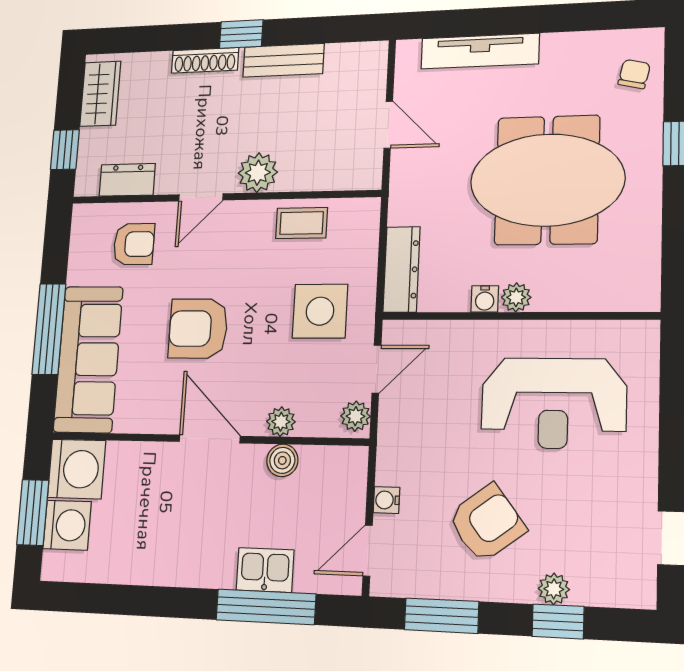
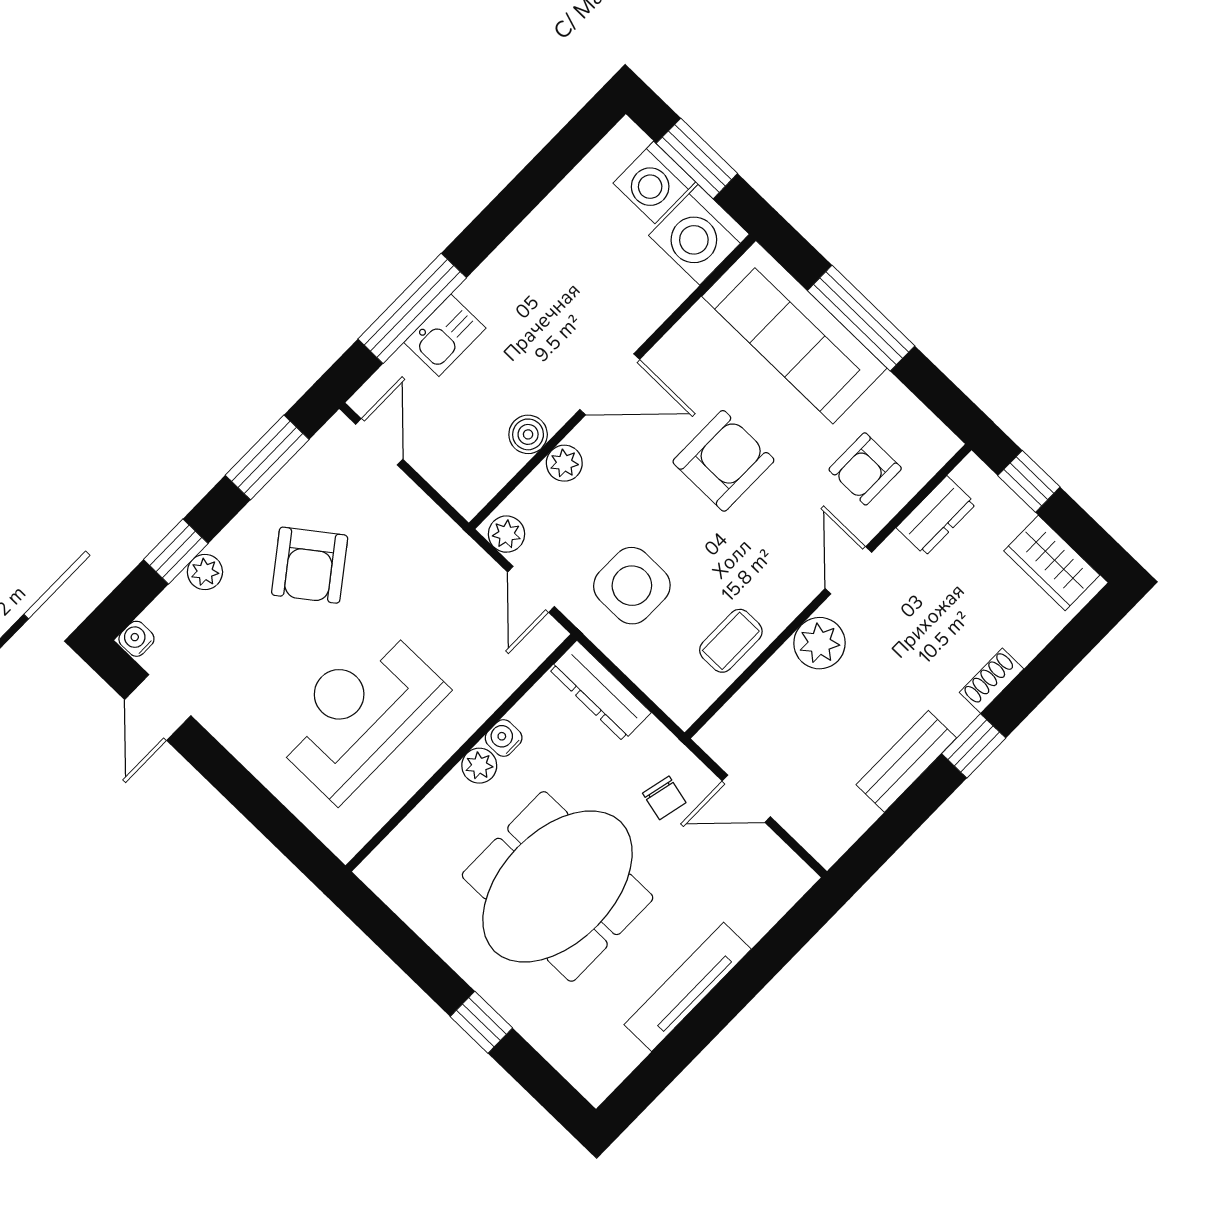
tv unit: (480, 51) -> (688, 987), moved
shoe rack: (205, 60) -> (992, 681), width x0.70
chair: (634, 74) -> (664, 798), moved
water cooler: (386, 500) -> (136, 639), moved, turned -90

